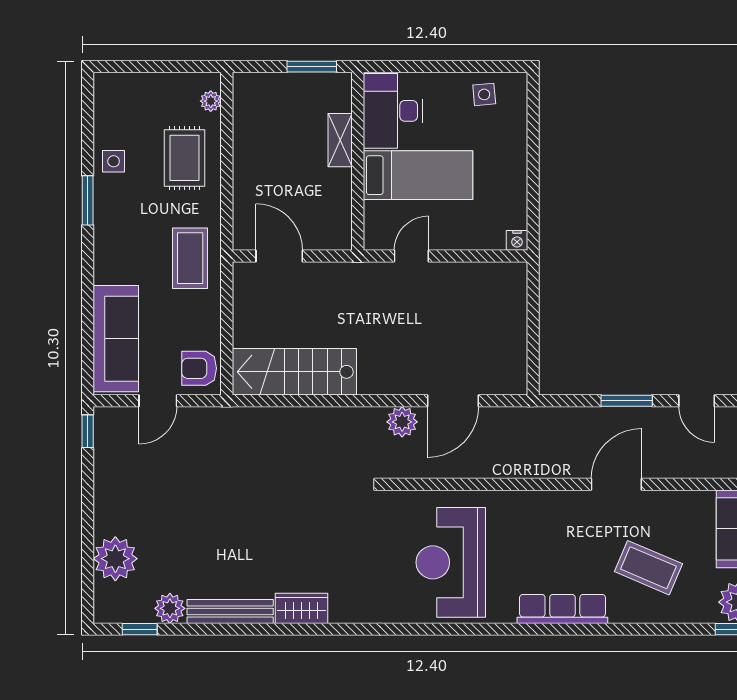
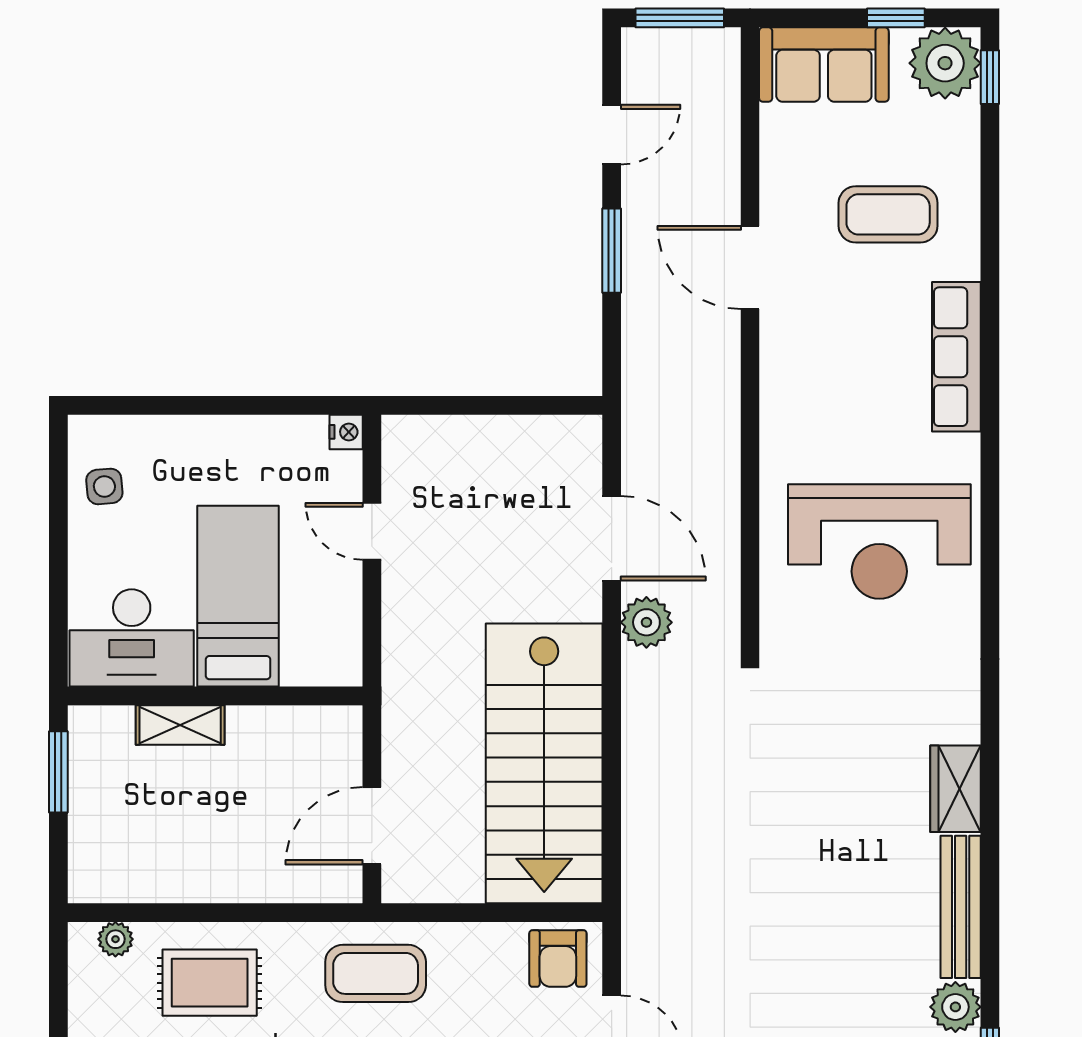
door: (411, 256) -> (372, 531), moved
stairs: (294, 372) -> (544, 763), width x1.36, depth x1.51
coffee table: (648, 568) -> (888, 214), turned 67

